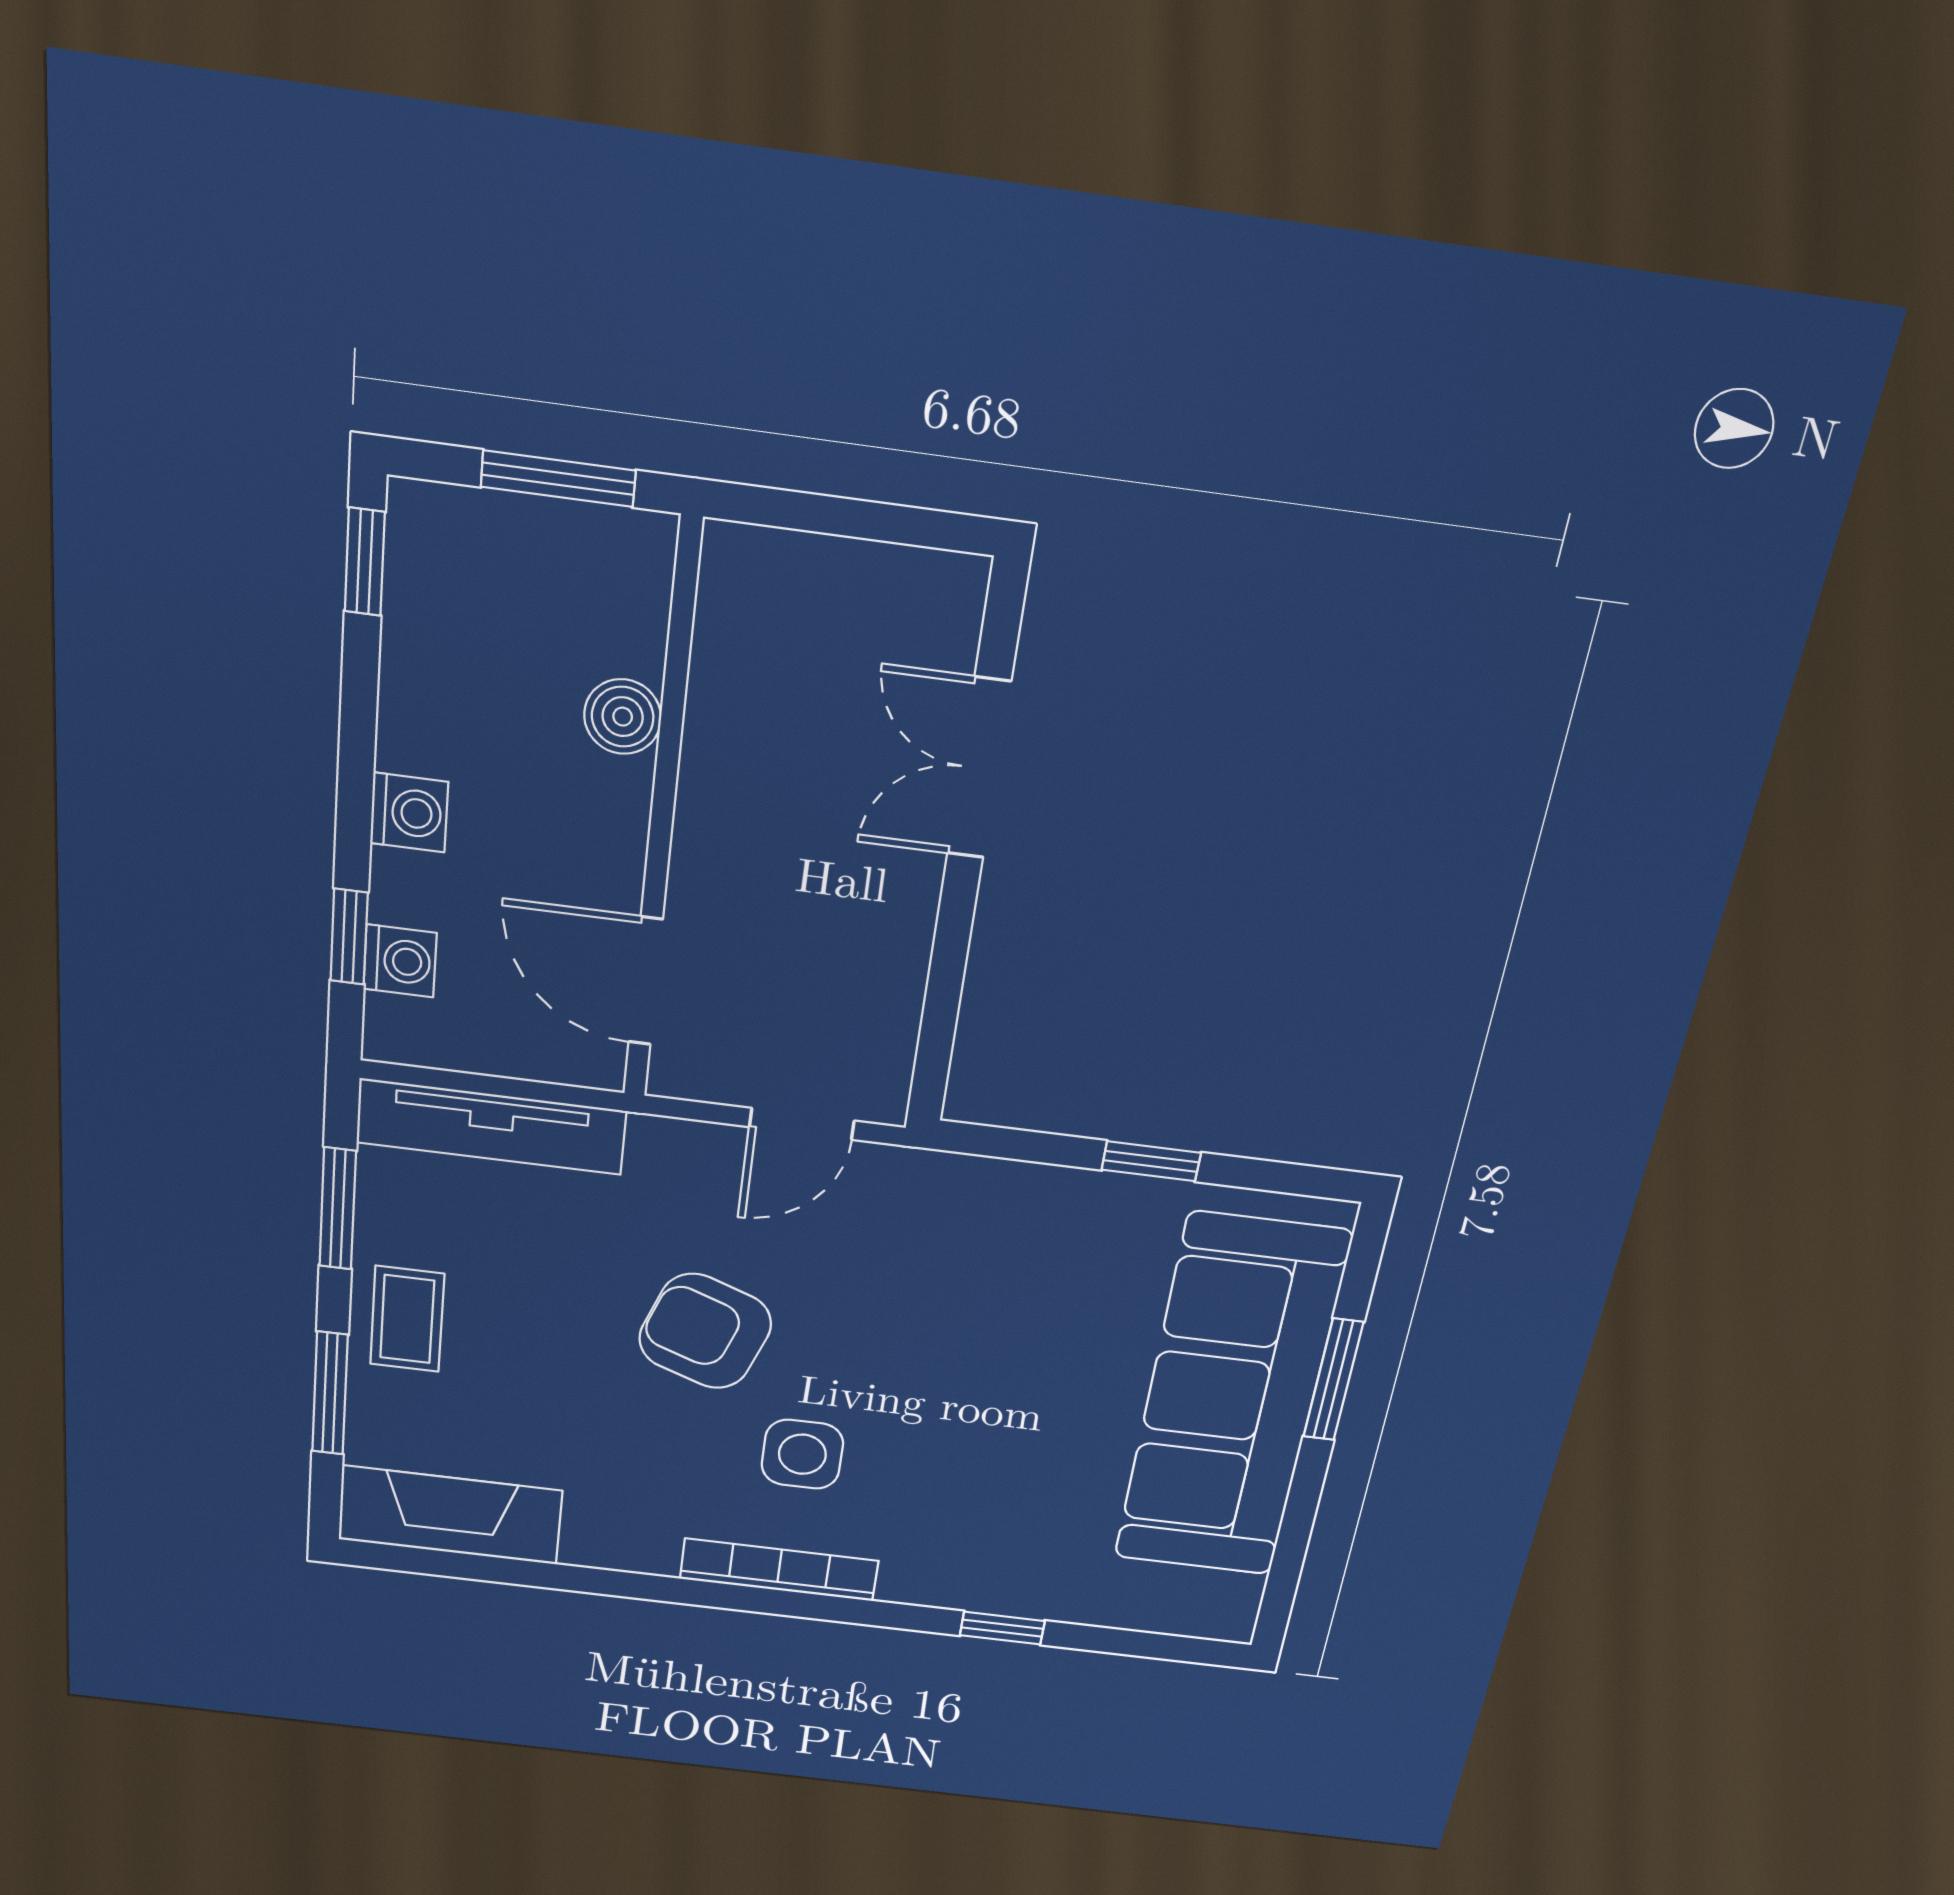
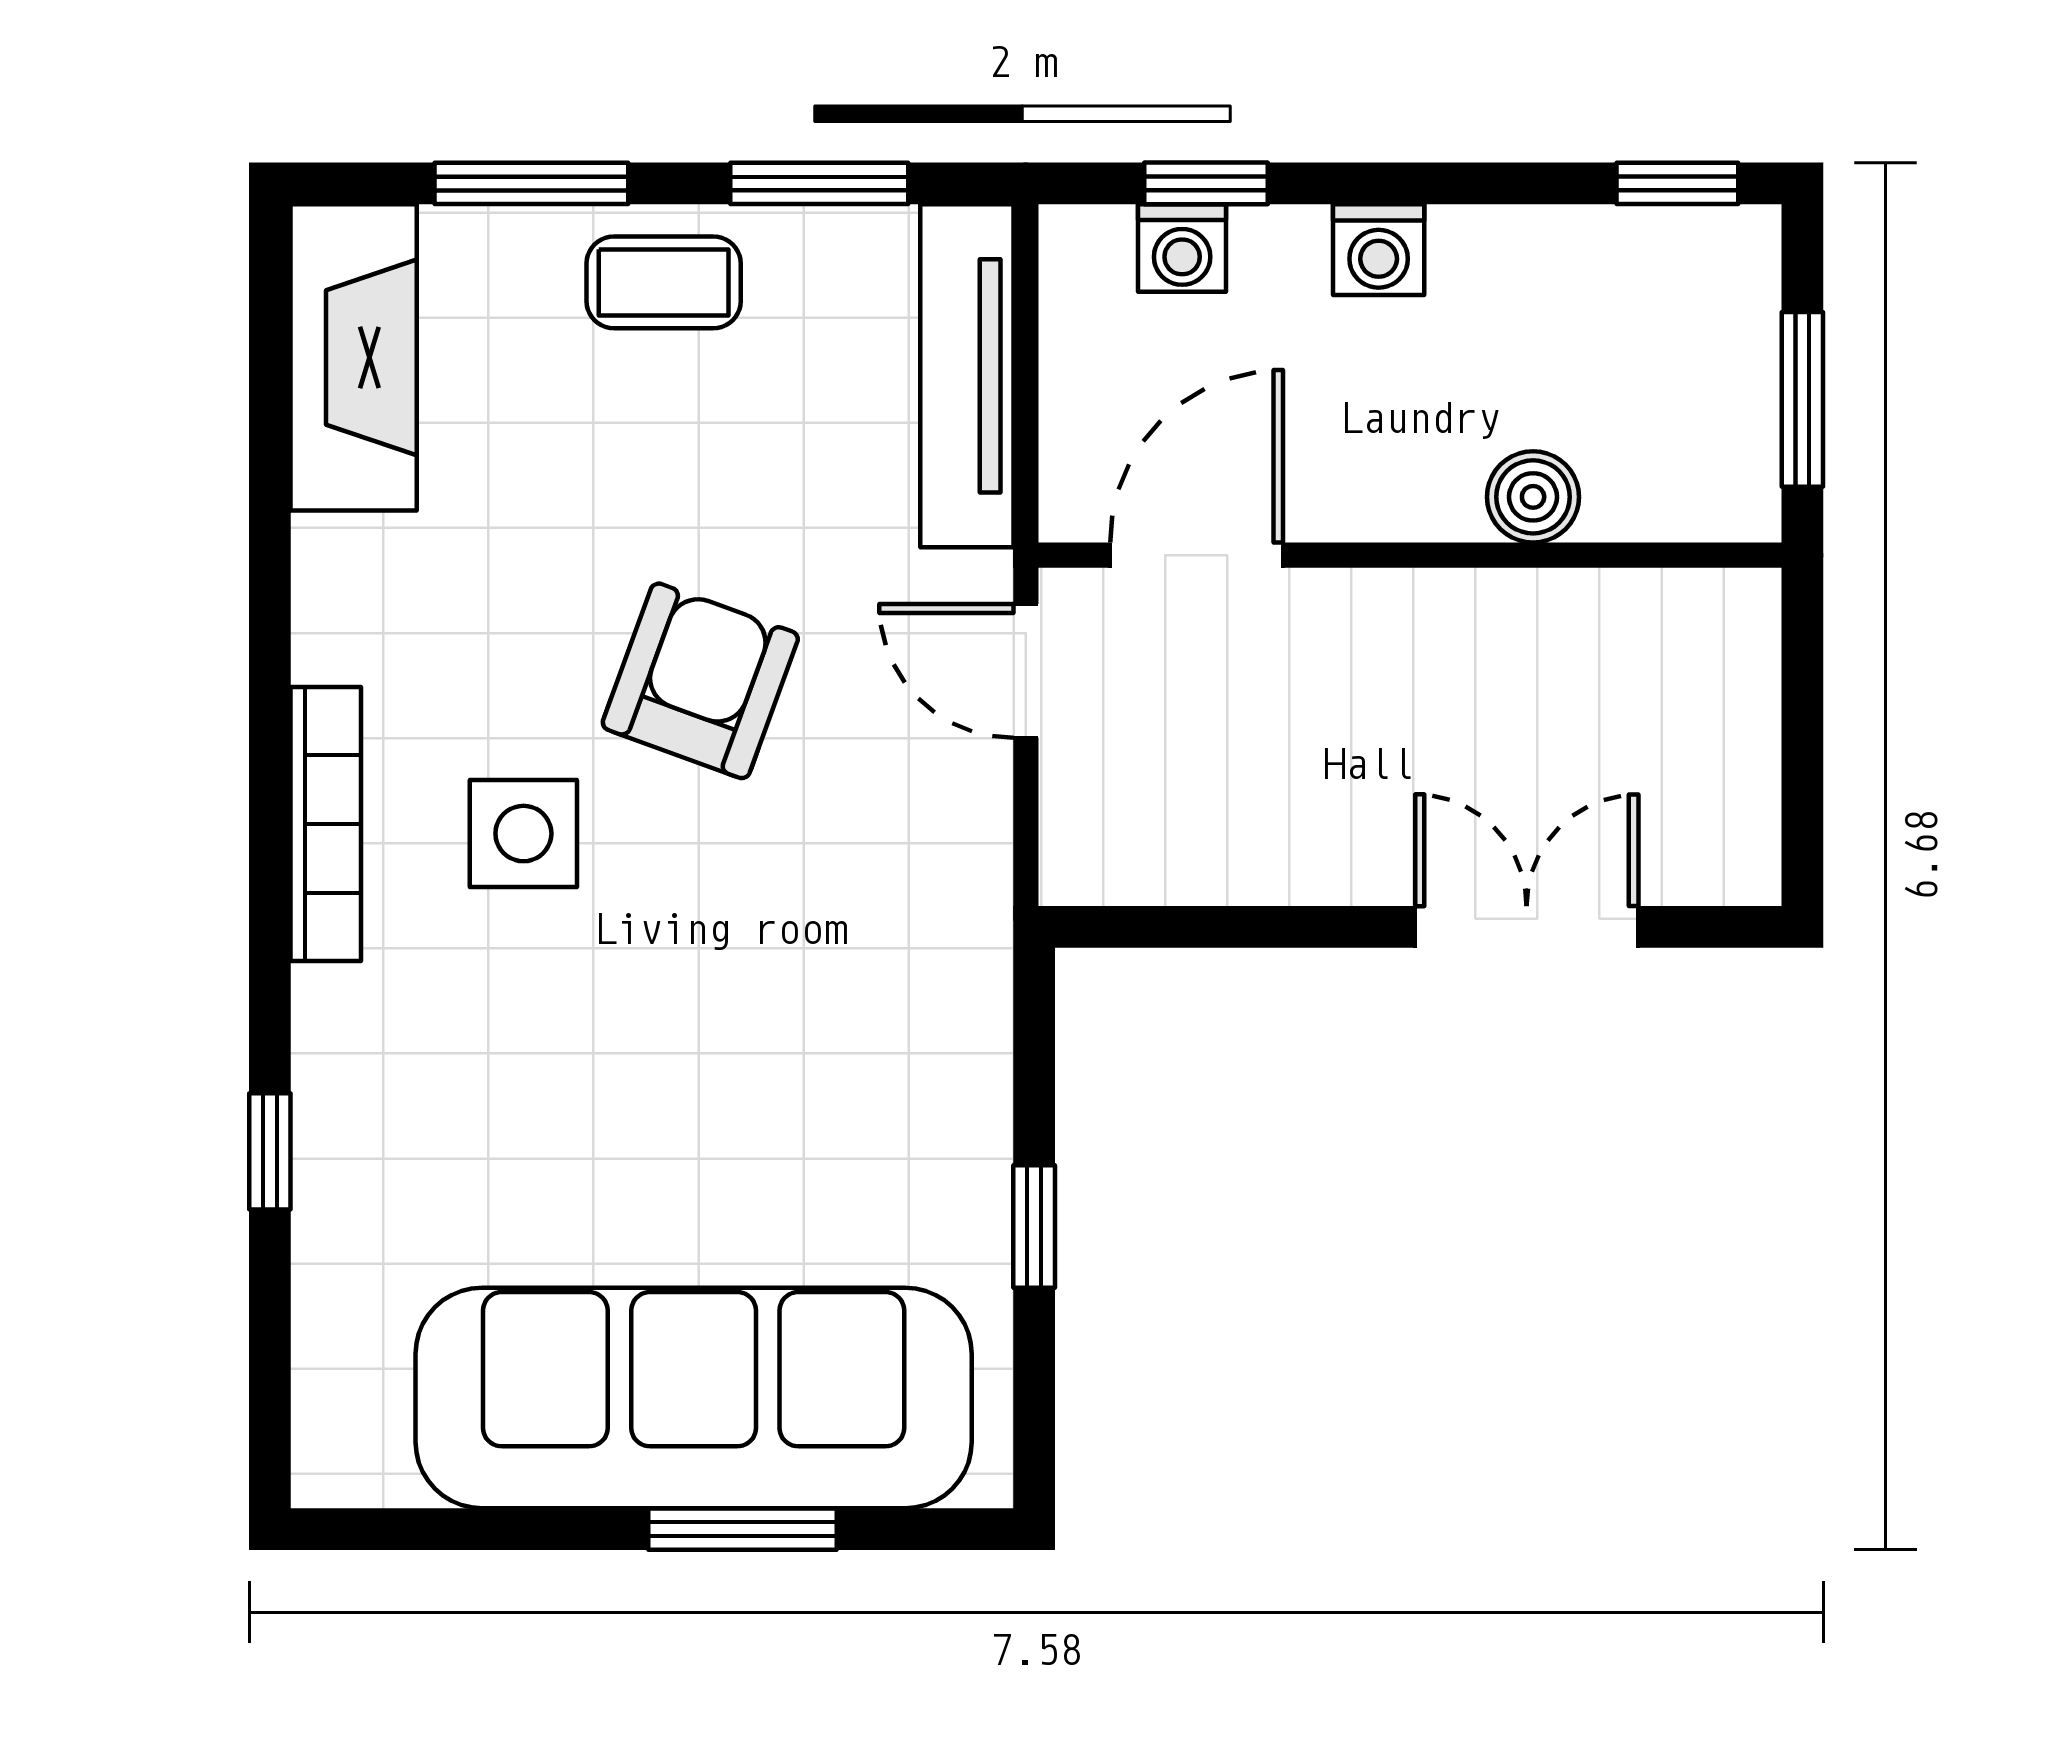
door: (802, 1124) -> (1026, 671), moved

